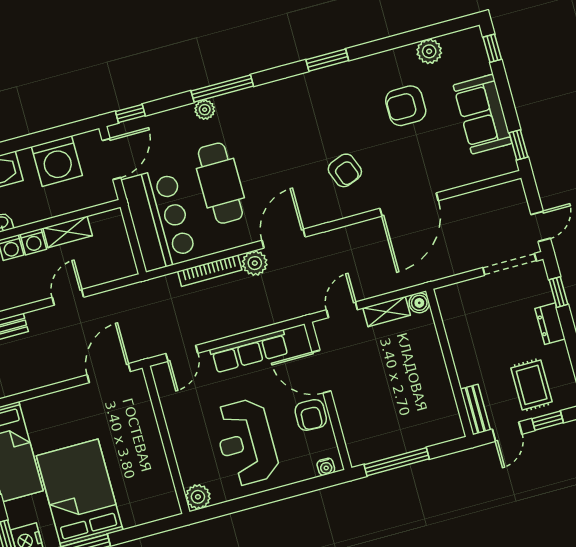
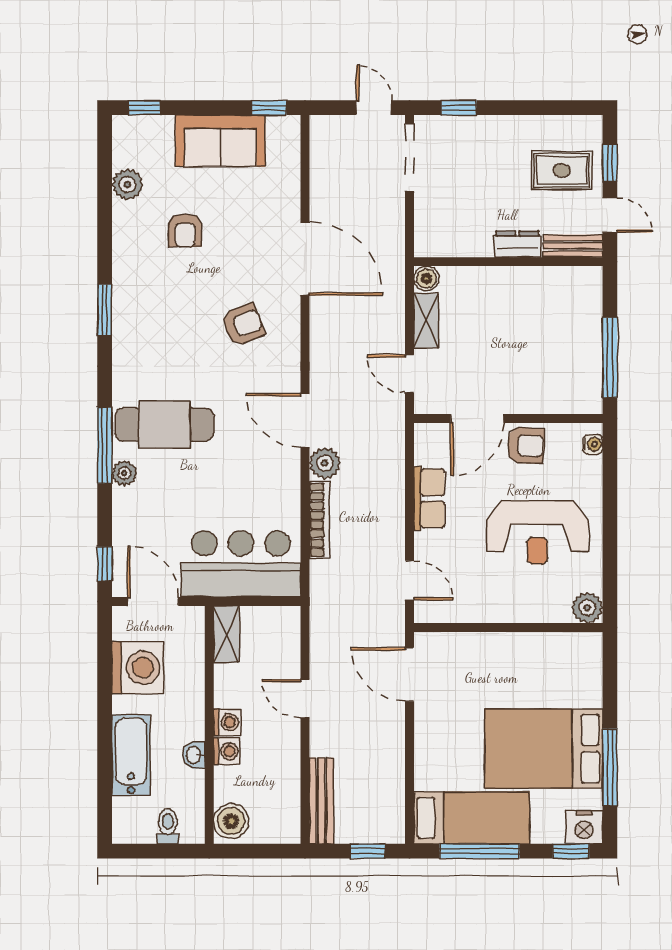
armchair: (406, 106) -> (185, 230), width x0.72, depth x0.72
cafe table: (220, 183) -> (165, 425), moved
shelving: (68, 232) -> (226, 634), moved
dresser: (550, 324) -> (517, 244), moved, turned 180
row of seats: (249, 351) -> (429, 498), width x0.68

